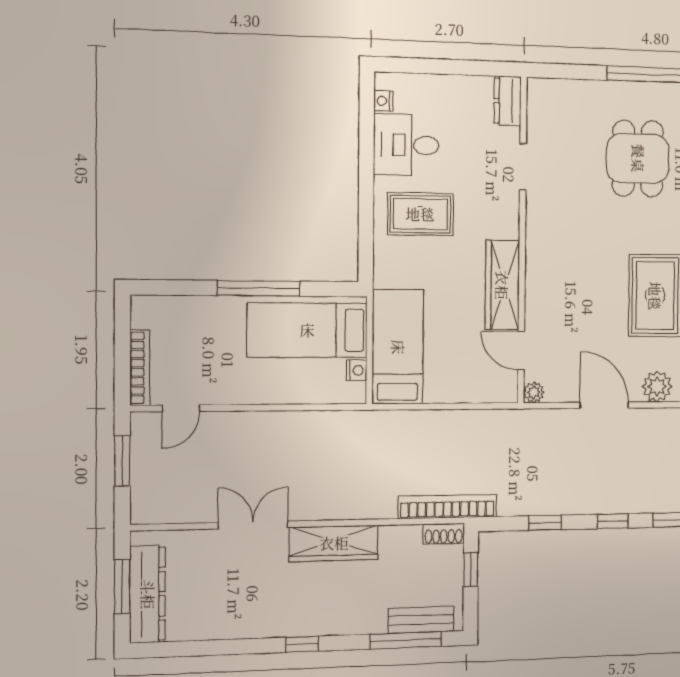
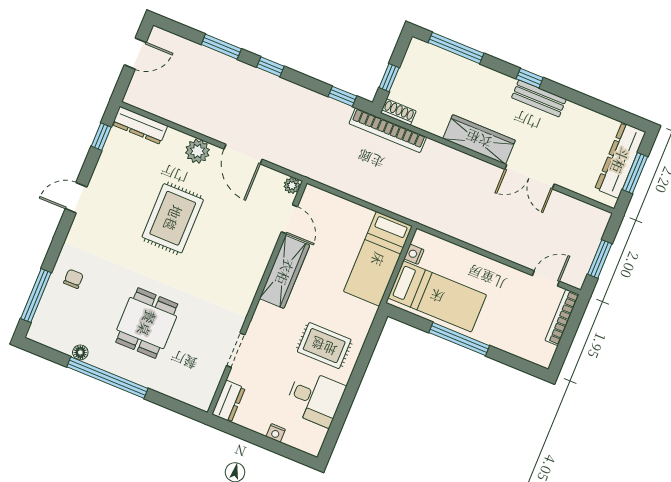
nightstand: (383, 101) -> (276, 433), moved, turned 90
window: (545, 523) -> (342, 96), moved
bench: (421, 620) -> (539, 98), moved

